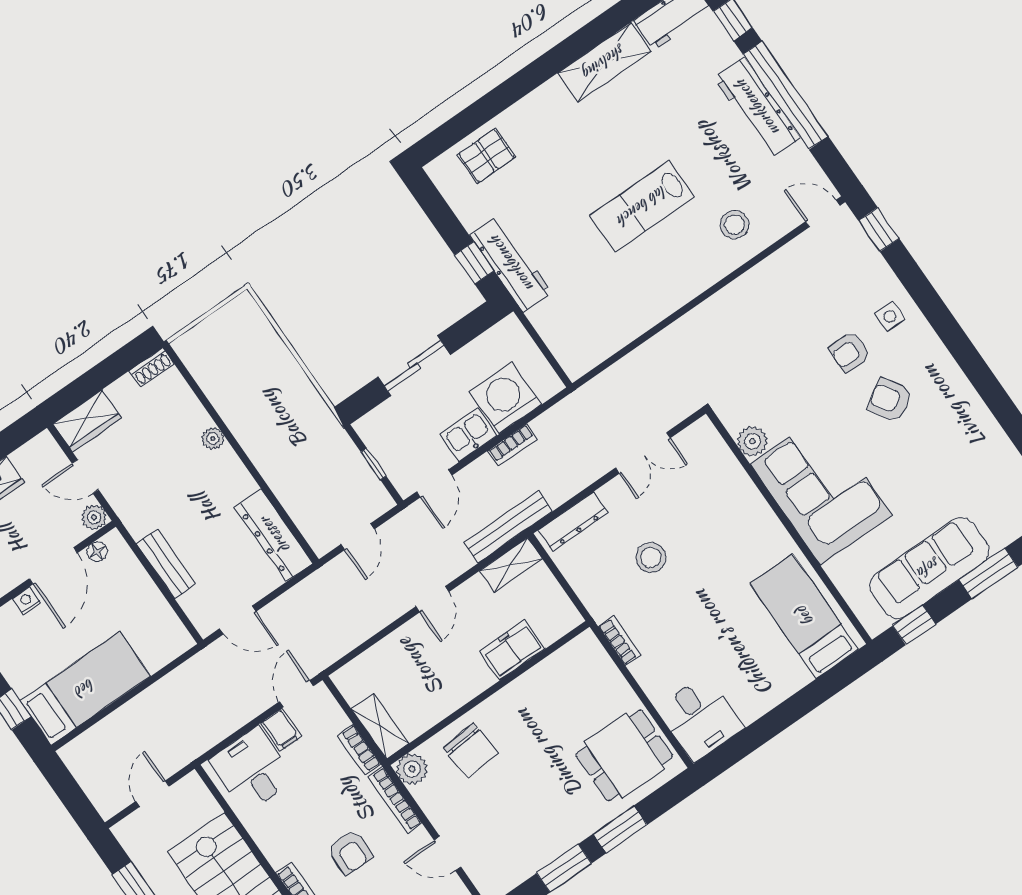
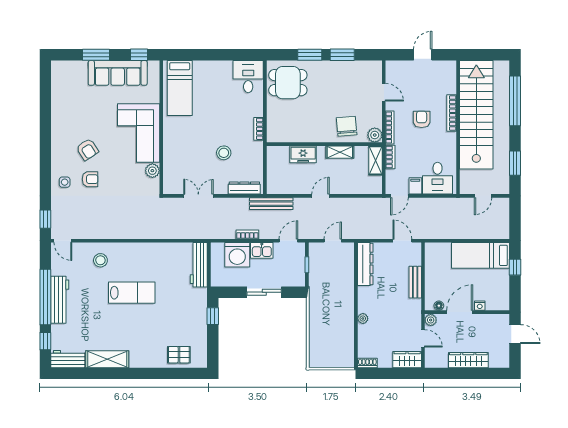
workbench: (511, 264) -> (199, 265), moved
shelving: (511, 565) -> (340, 152), moved

